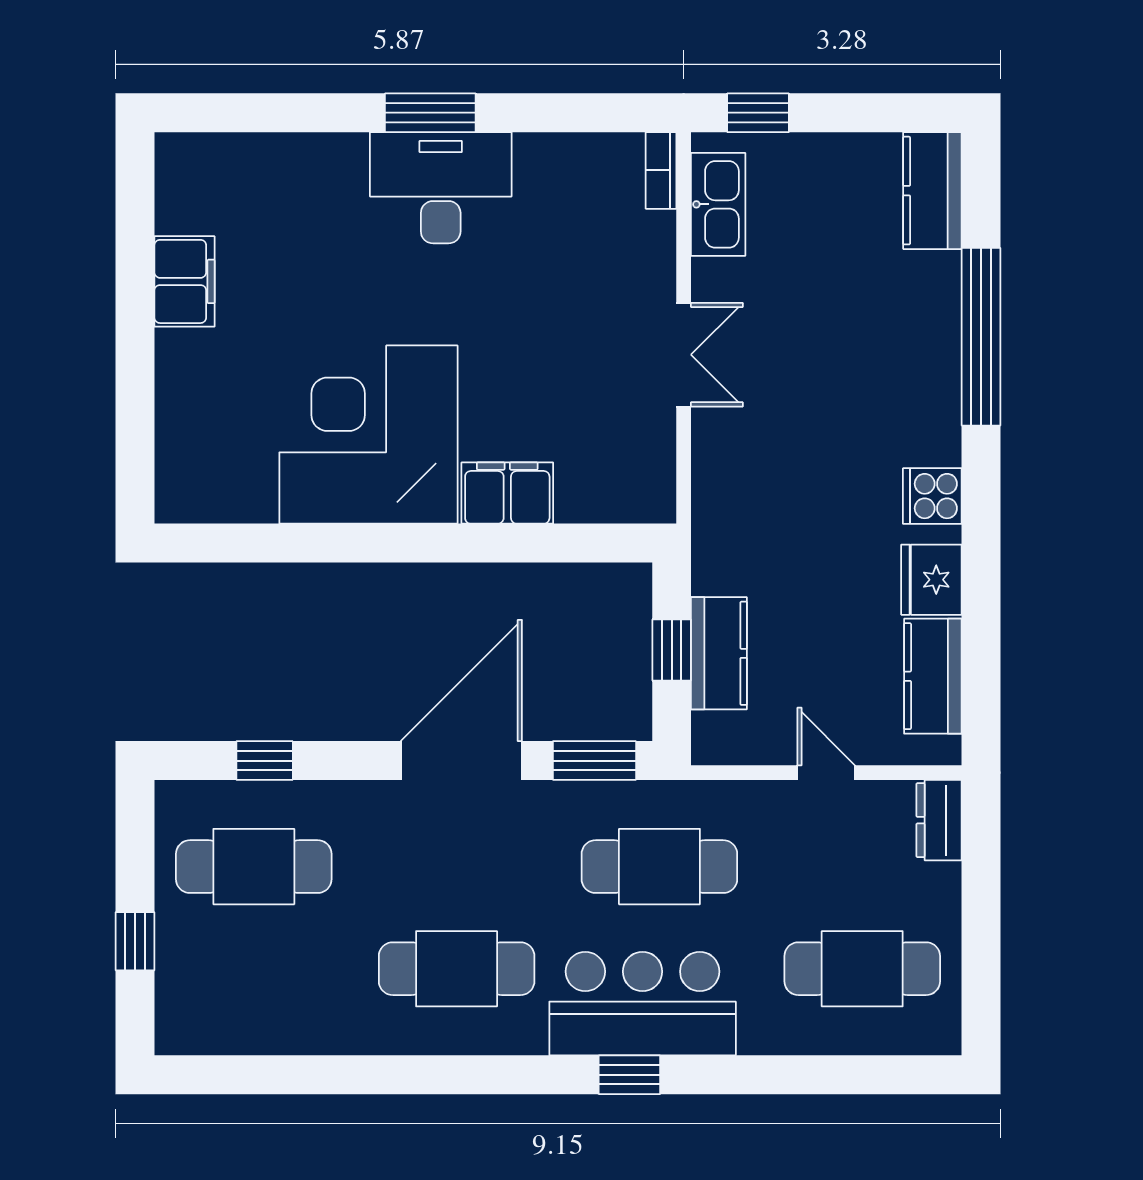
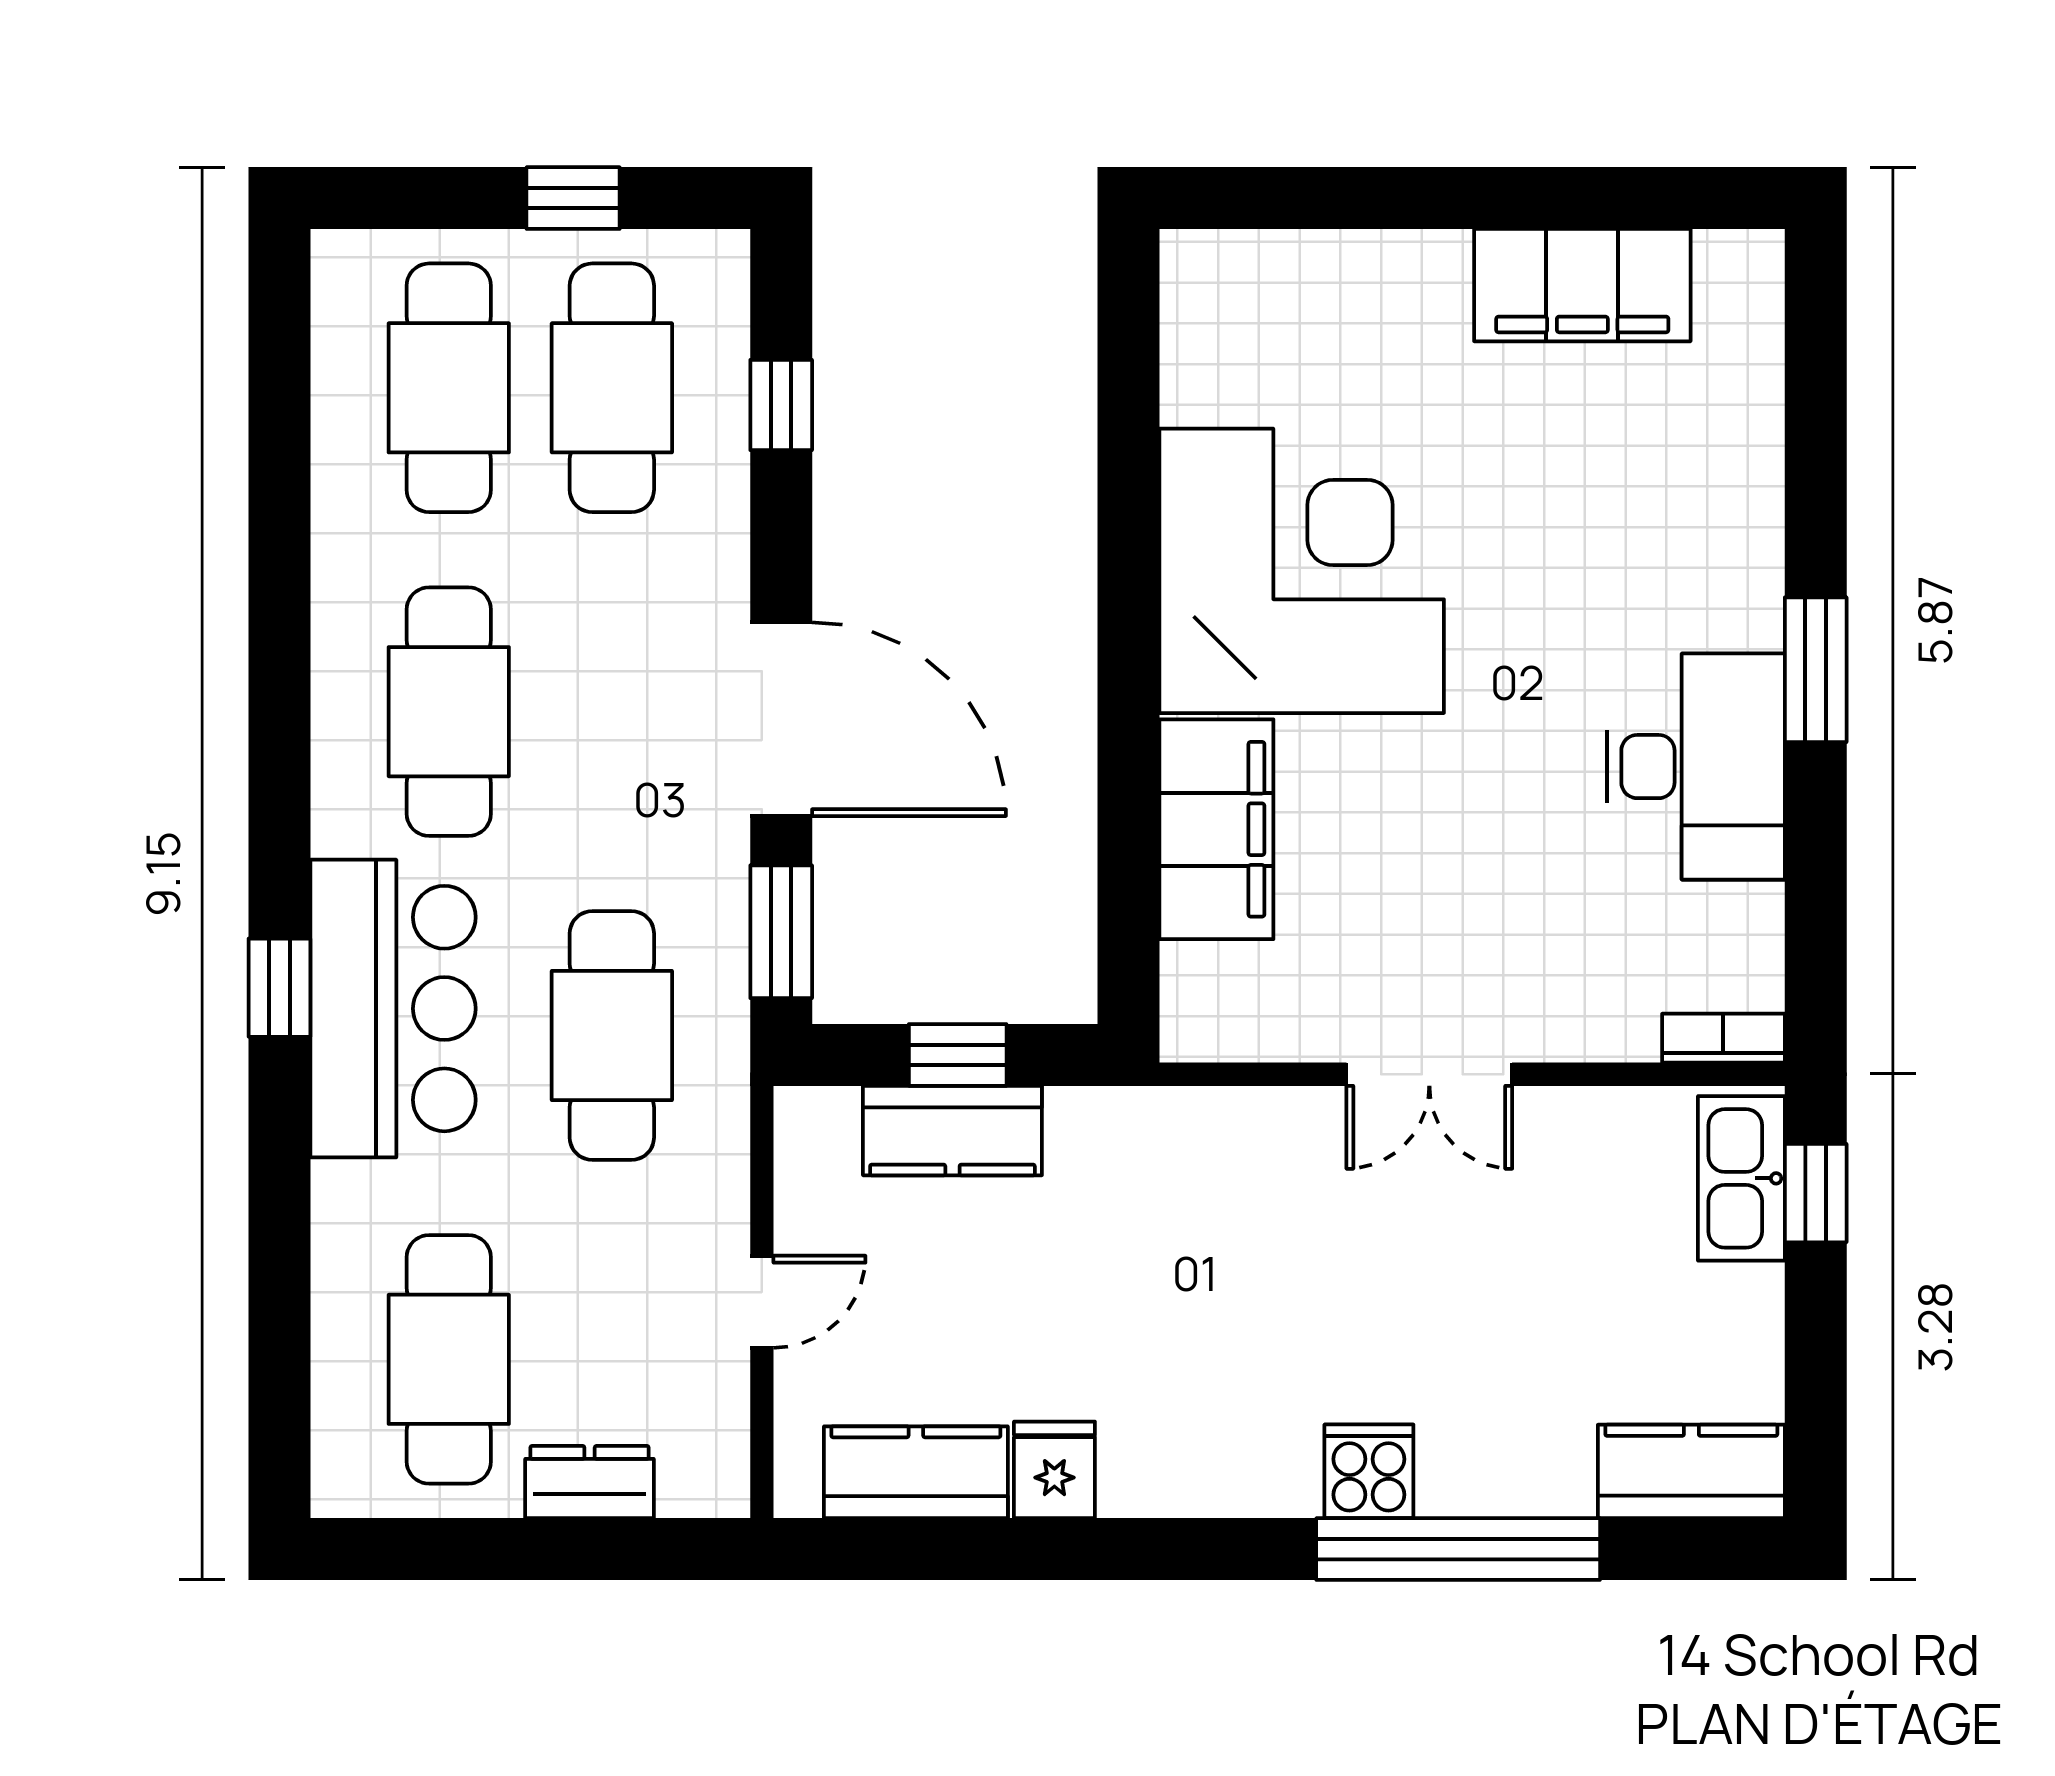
desk: (441, 188) -> (1696, 767), moved
kitchen sink: (718, 204) -> (1741, 1178), moved, turned 90
filing cabinet: (184, 281) -> (1582, 285), width x1.50, depth x1.17
filing cabinet: (507, 493) -> (1216, 829), width x1.50, depth x1.17
cooker: (932, 496) -> (1369, 1471), moved
fridge: (931, 580) -> (1054, 1470), width x0.72
dresser: (939, 820) -> (590, 1482), moved
window: (135, 941) -> (573, 198), moved
cafe table: (254, 969) -> (449, 388), added

